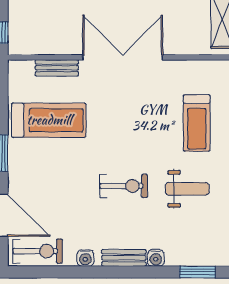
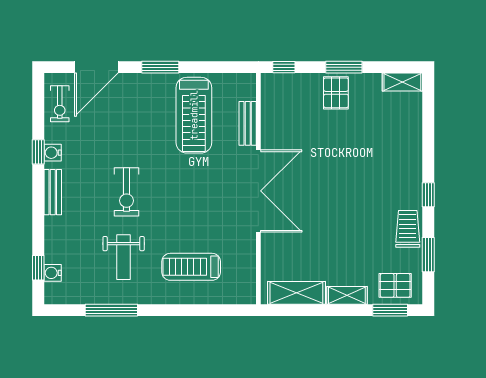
exercise bike: (38, 251) -> (60, 104), width x0.73, depth x0.72
water cooler: (156, 258) -> (53, 273), moved
window: (85, 272) -> (38, 152), added
window: (198, 272) -> (38, 268), width x0.67

